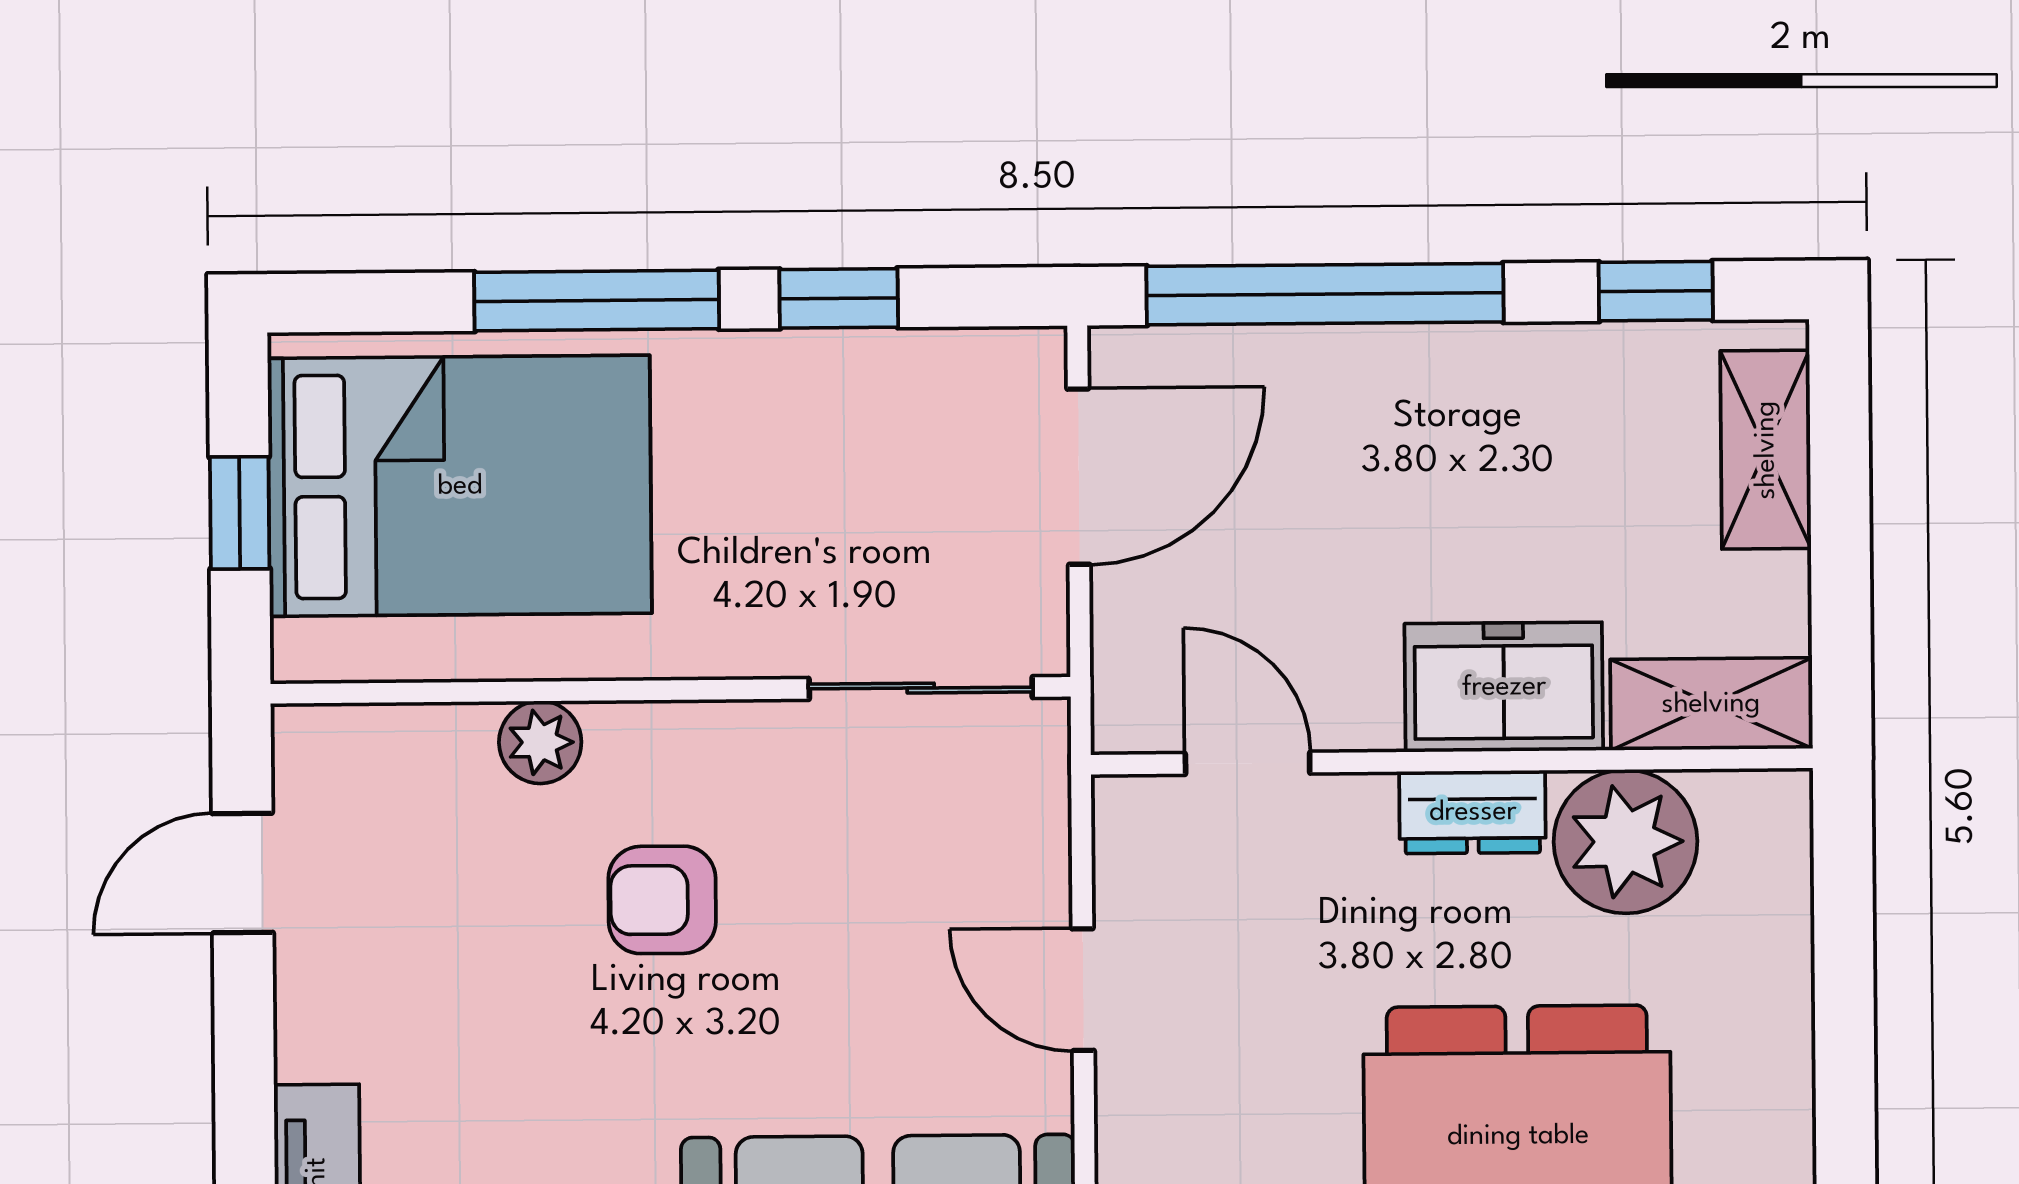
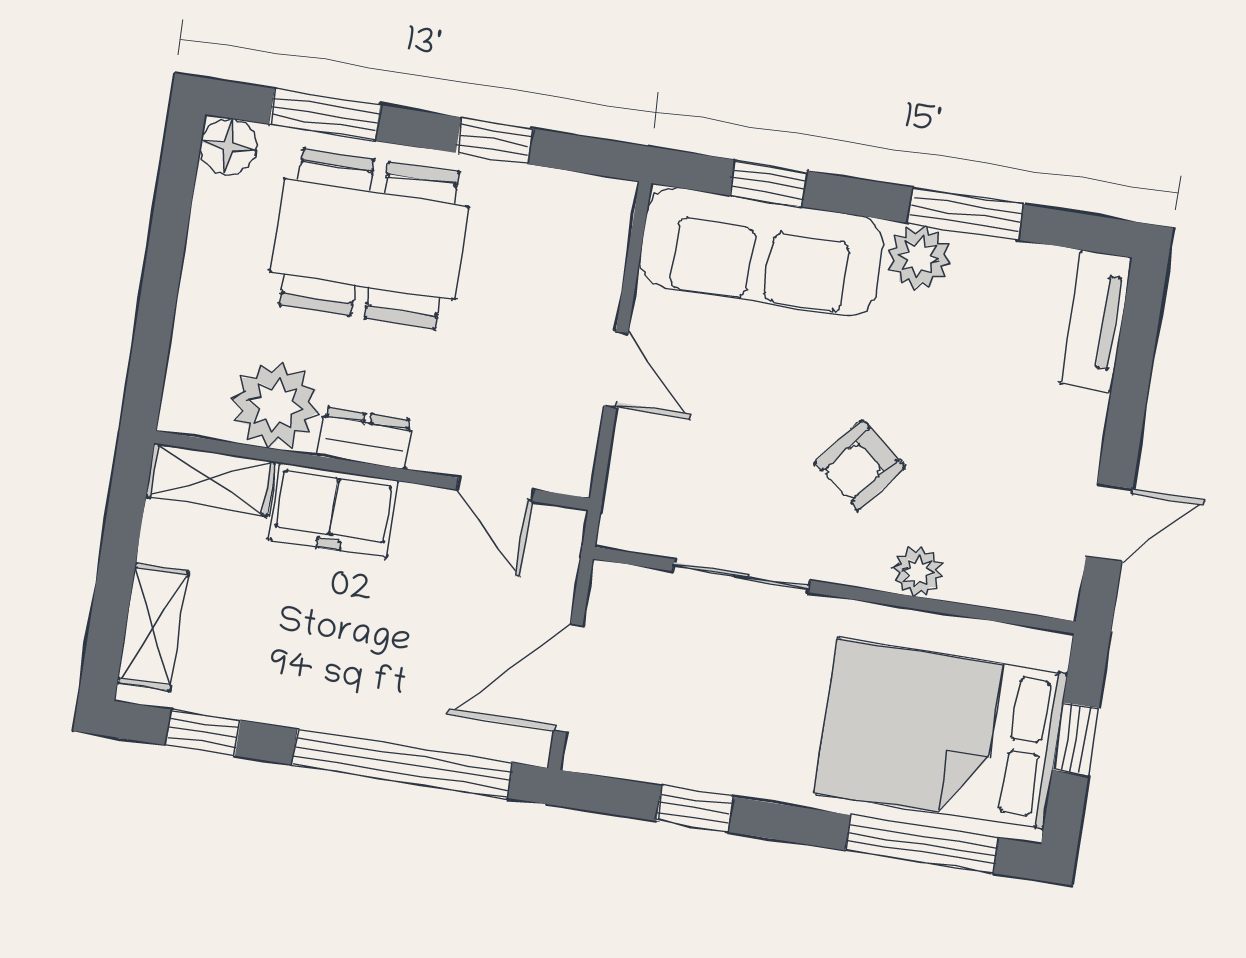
window: (597, 300) -> (922, 844), moved
sliding door: (921, 688) -> (741, 576), moved
armchair: (662, 900) -> (860, 465), turned 129

